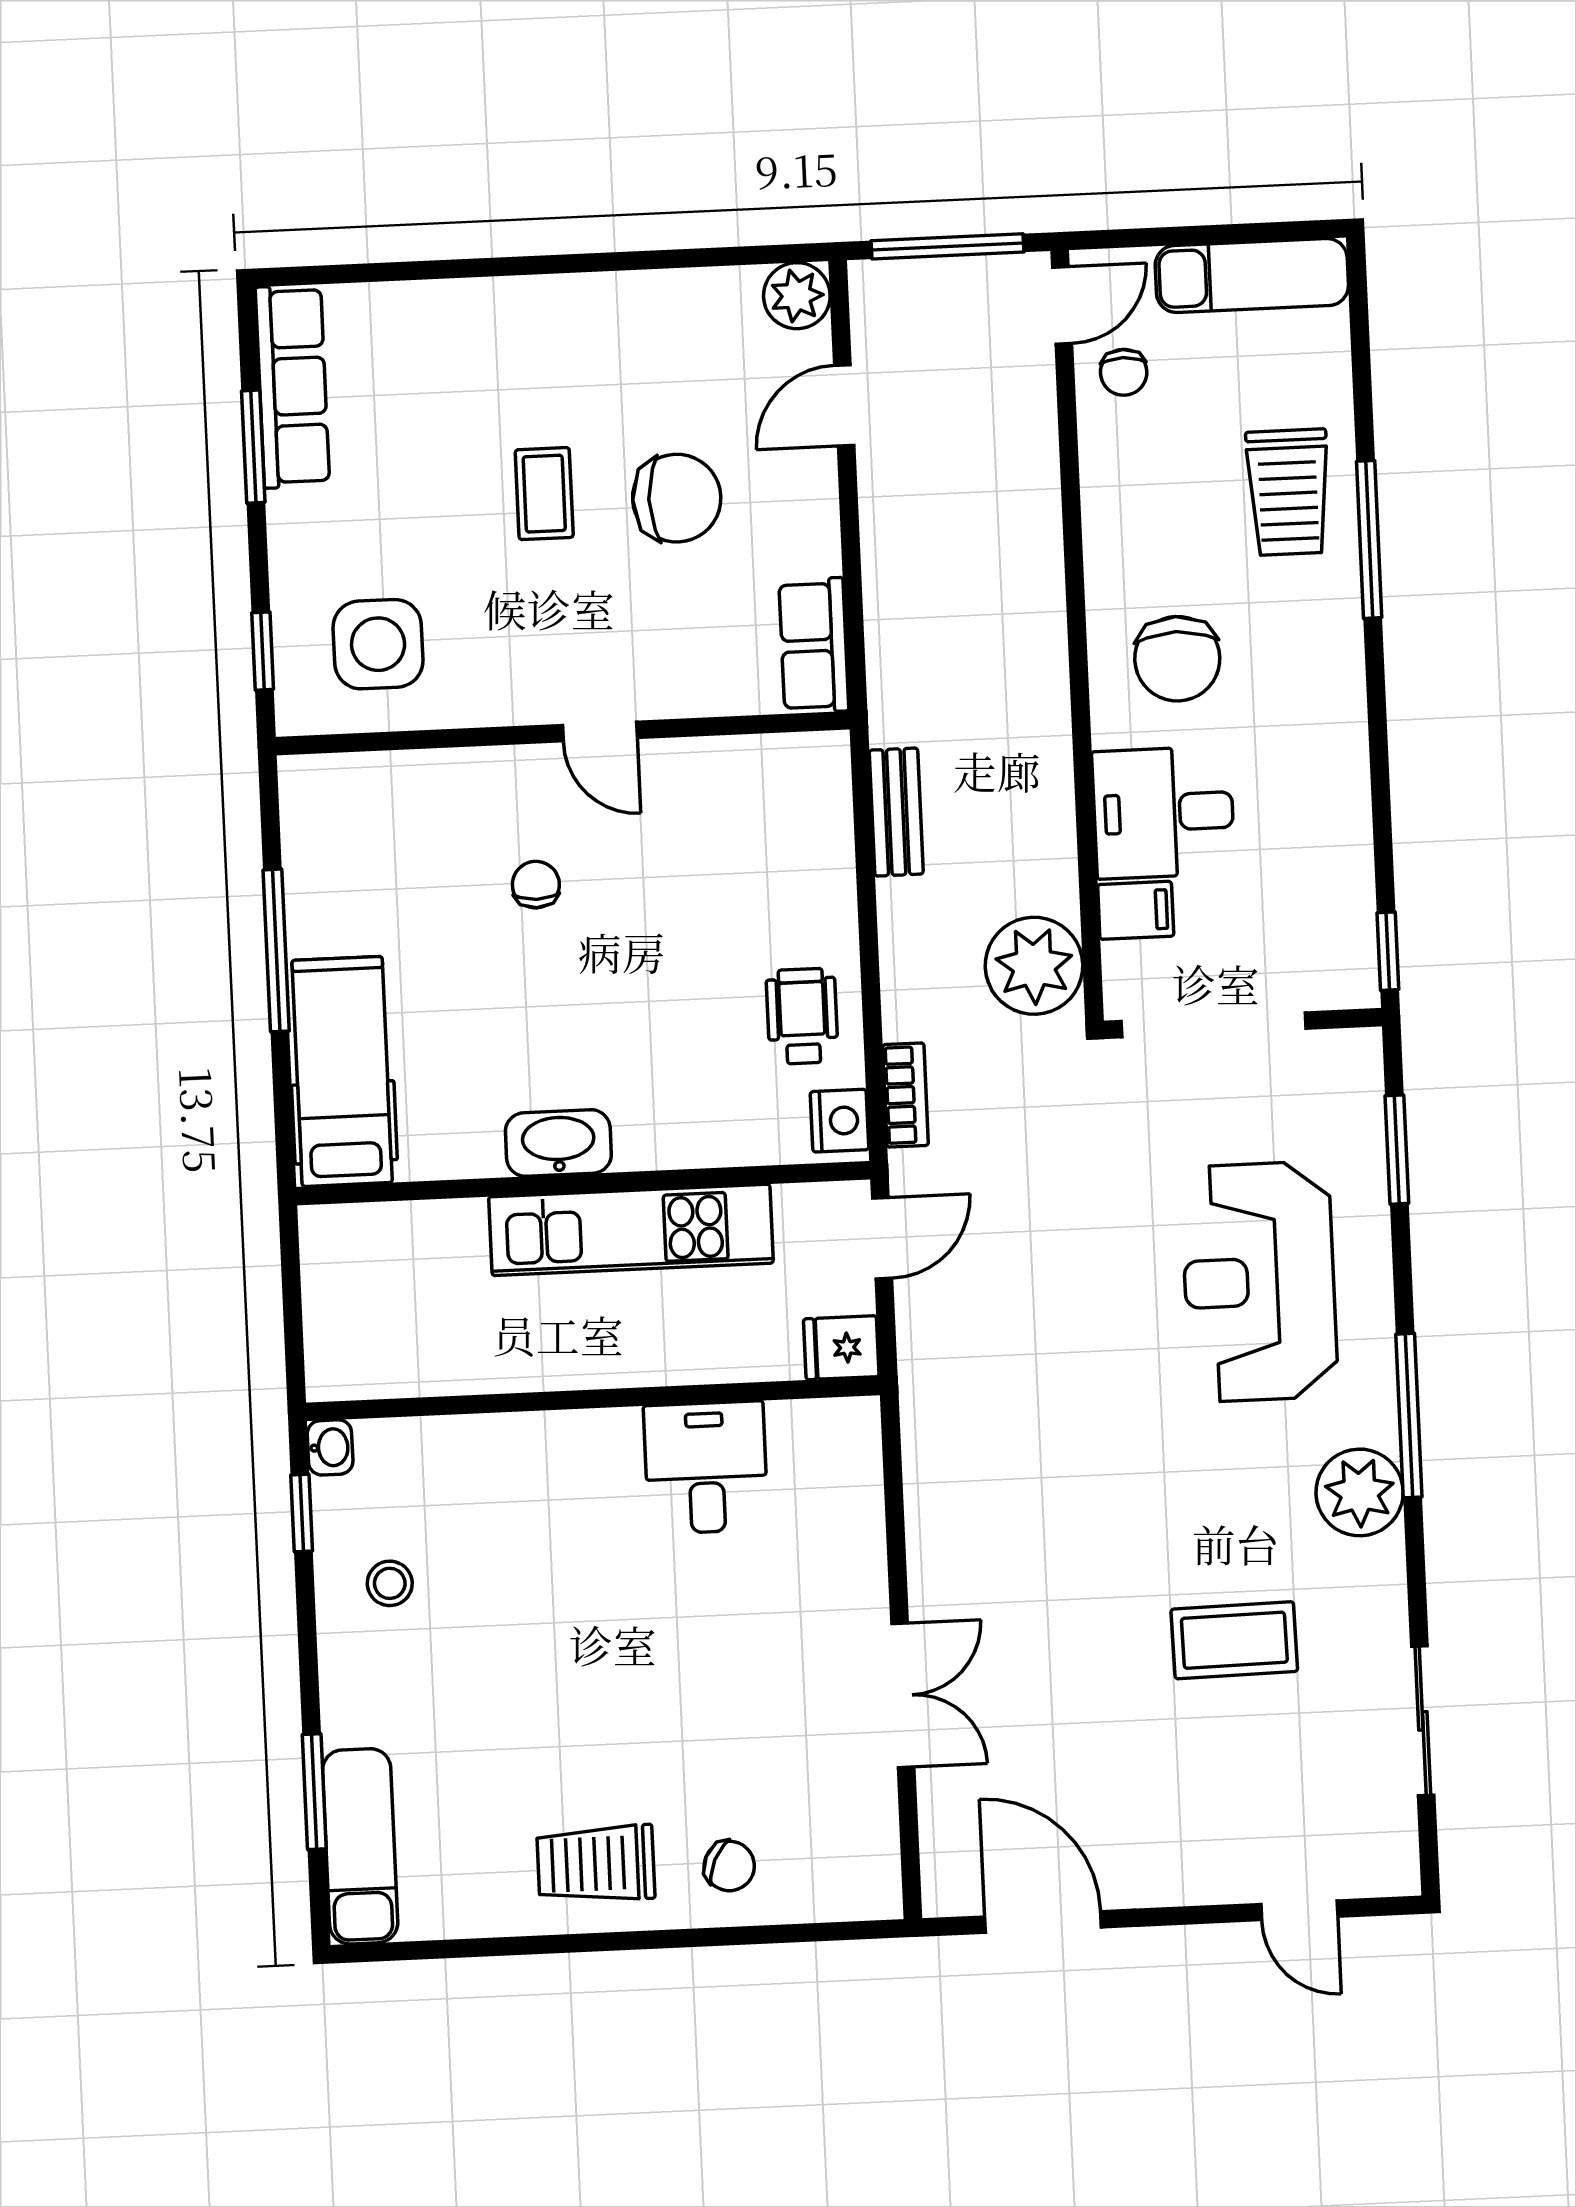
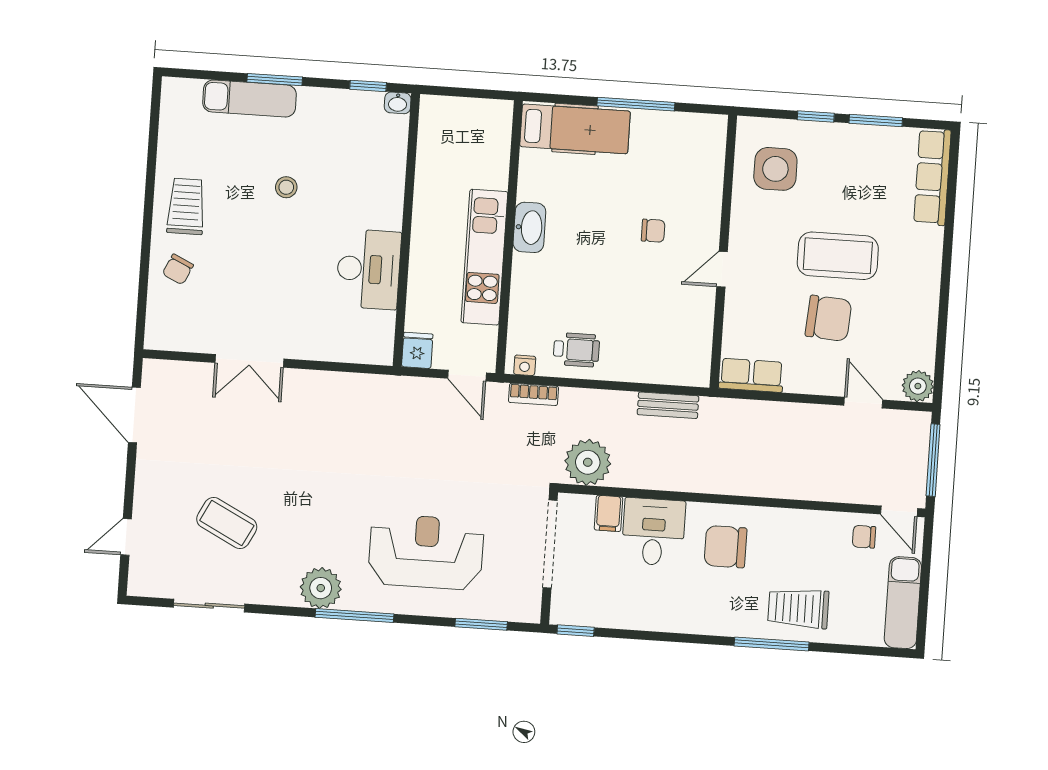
row of seats: (292, 386) -> (932, 177), moved, turned 90
coffee table: (544, 494) -> (838, 256), width x1.86, depth x1.72
chair: (677, 498) -> (828, 318), turned -86
window: (263, 651) -> (816, 116), moved
nightstand: (840, 1121) -> (525, 365), width x0.72, depth x0.74
desk: (706, 1468) -> (369, 269), width x1.37
stool: (390, 1583) -> (286, 187), moved
coffee table: (1234, 1640) -> (227, 523), moved, turned -62
window: (314, 1792) -> (275, 80), moved
exam couch: (360, 1846) -> (249, 99), moved
door: (1043, 1922) -> (134, 415), swing flipped

